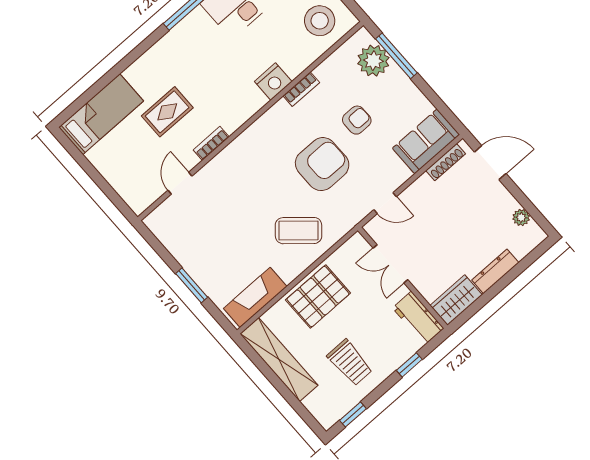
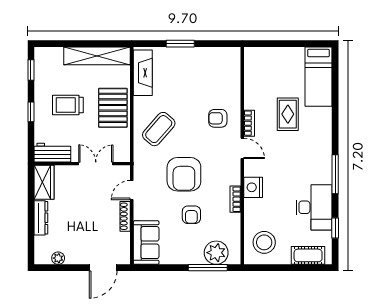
shoe rack: (446, 162) -> (125, 216), moved
armchair: (234, 180) -> (218, 118), added
door: (180, 183) -> (242, 148), moved
trolley: (350, 363) -> (68, 105), moved
window: (409, 365) -> (31, 112), moved

